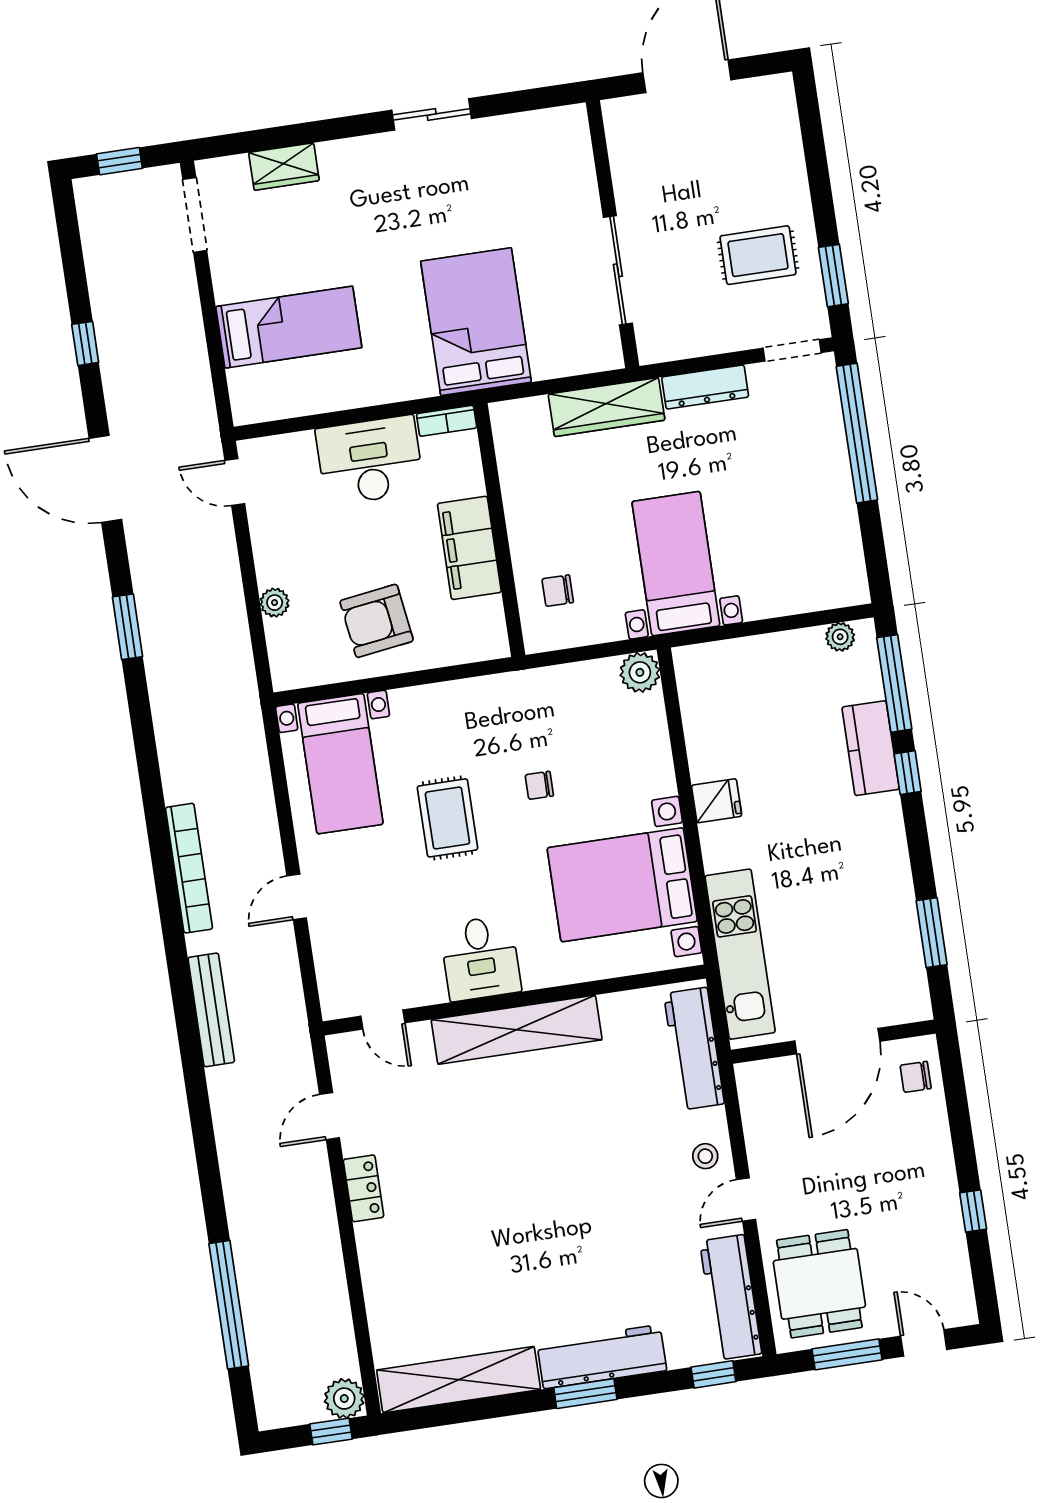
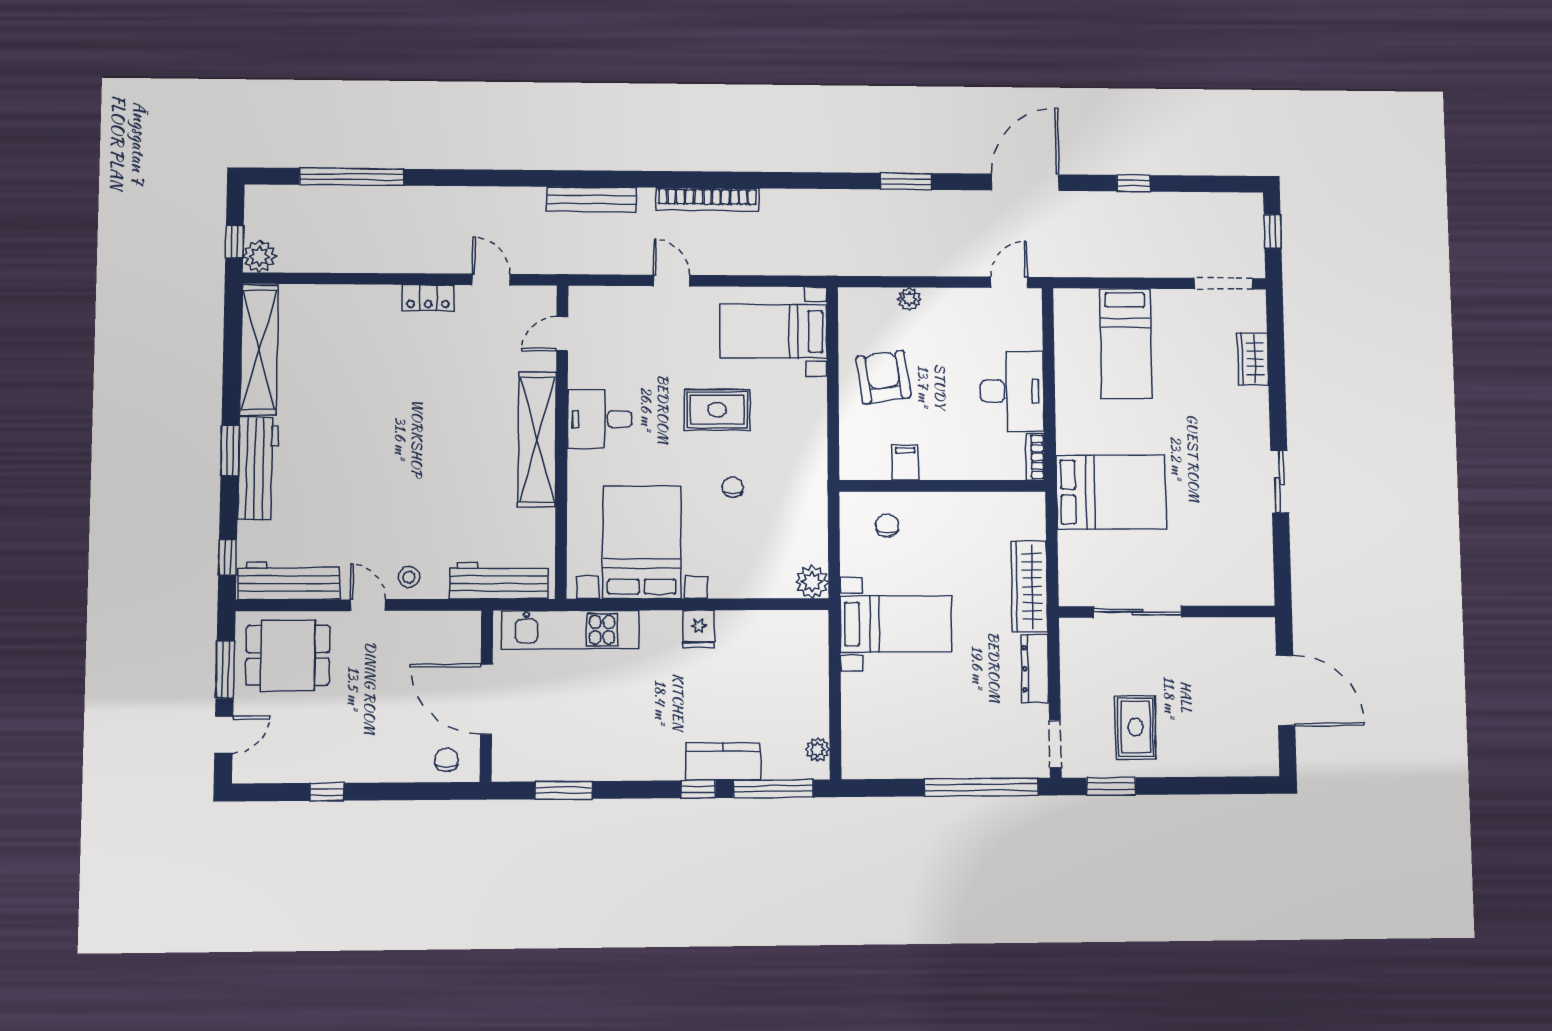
filing cabinet: (469, 548) -> (905, 463), width x0.33, depth x0.86

